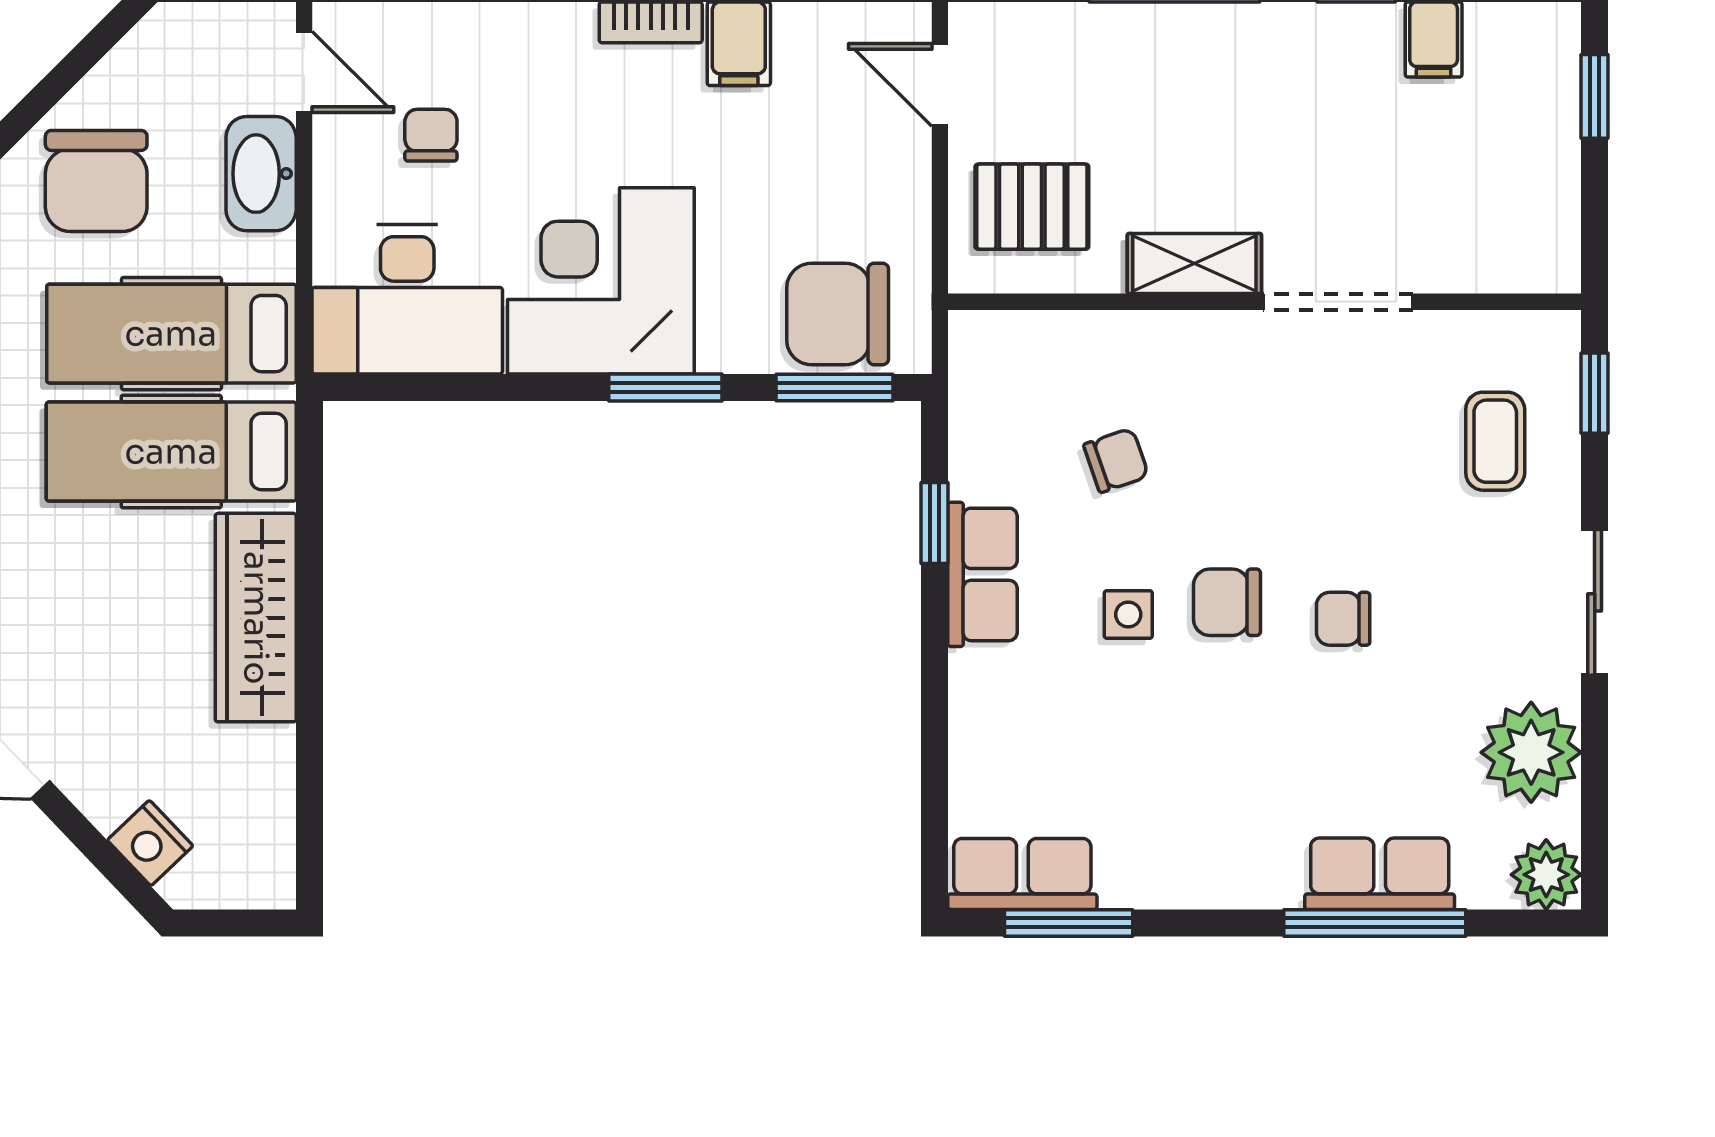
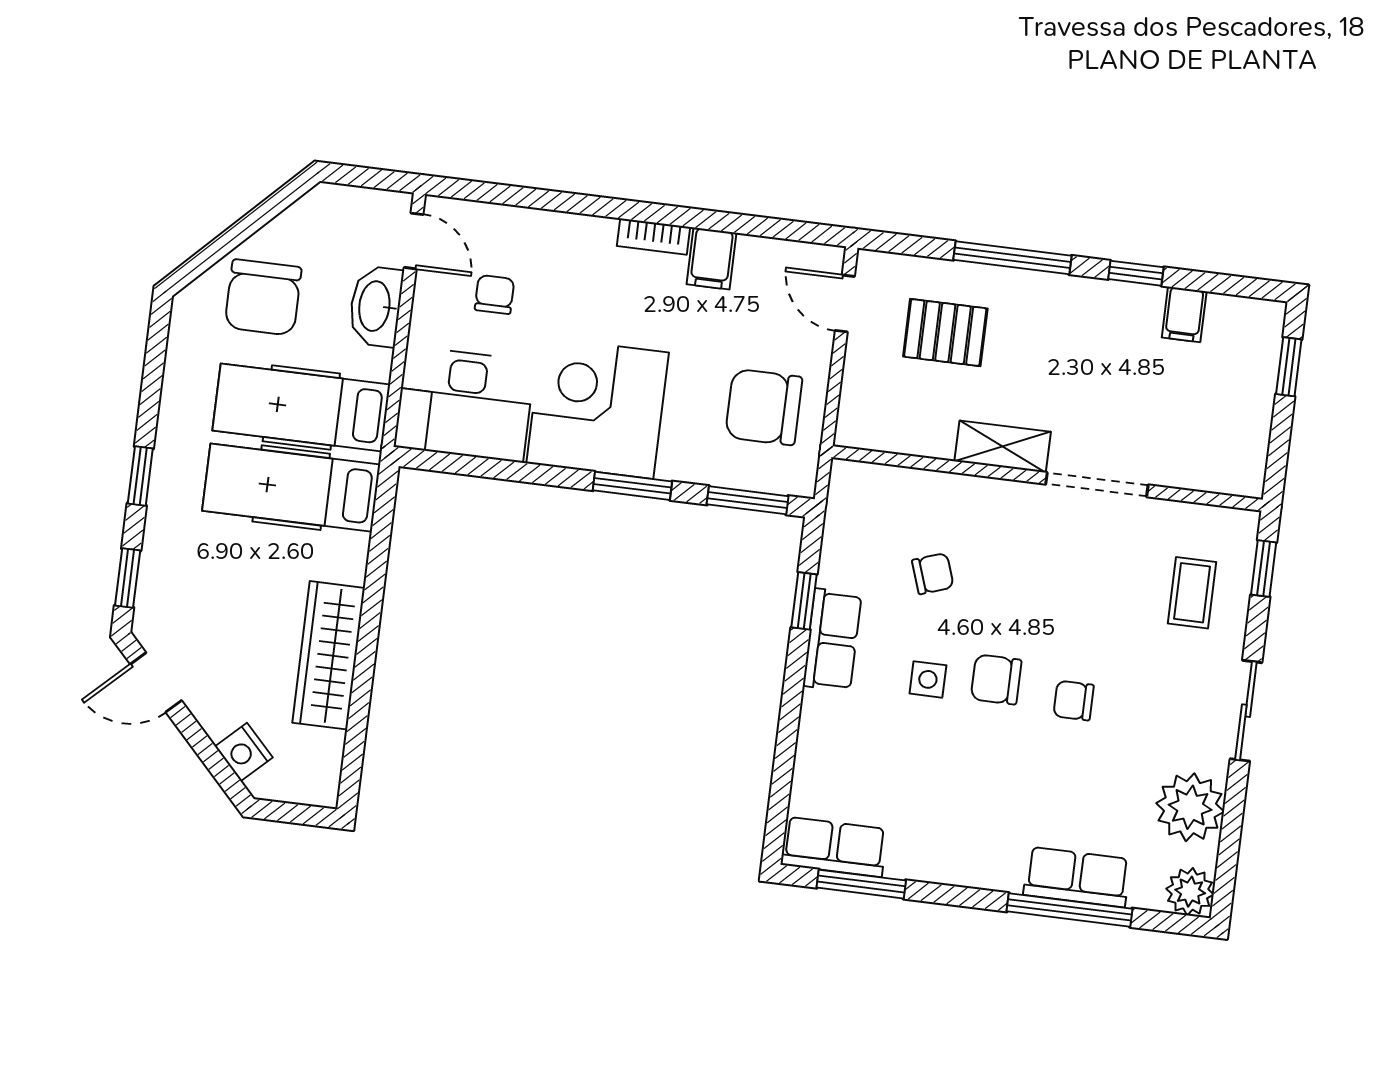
pallet: (1032, 207) -> (945, 333), moved
chair: (838, 314) -> (764, 407), moved
wardrobe: (256, 618) -> (329, 655), moved

